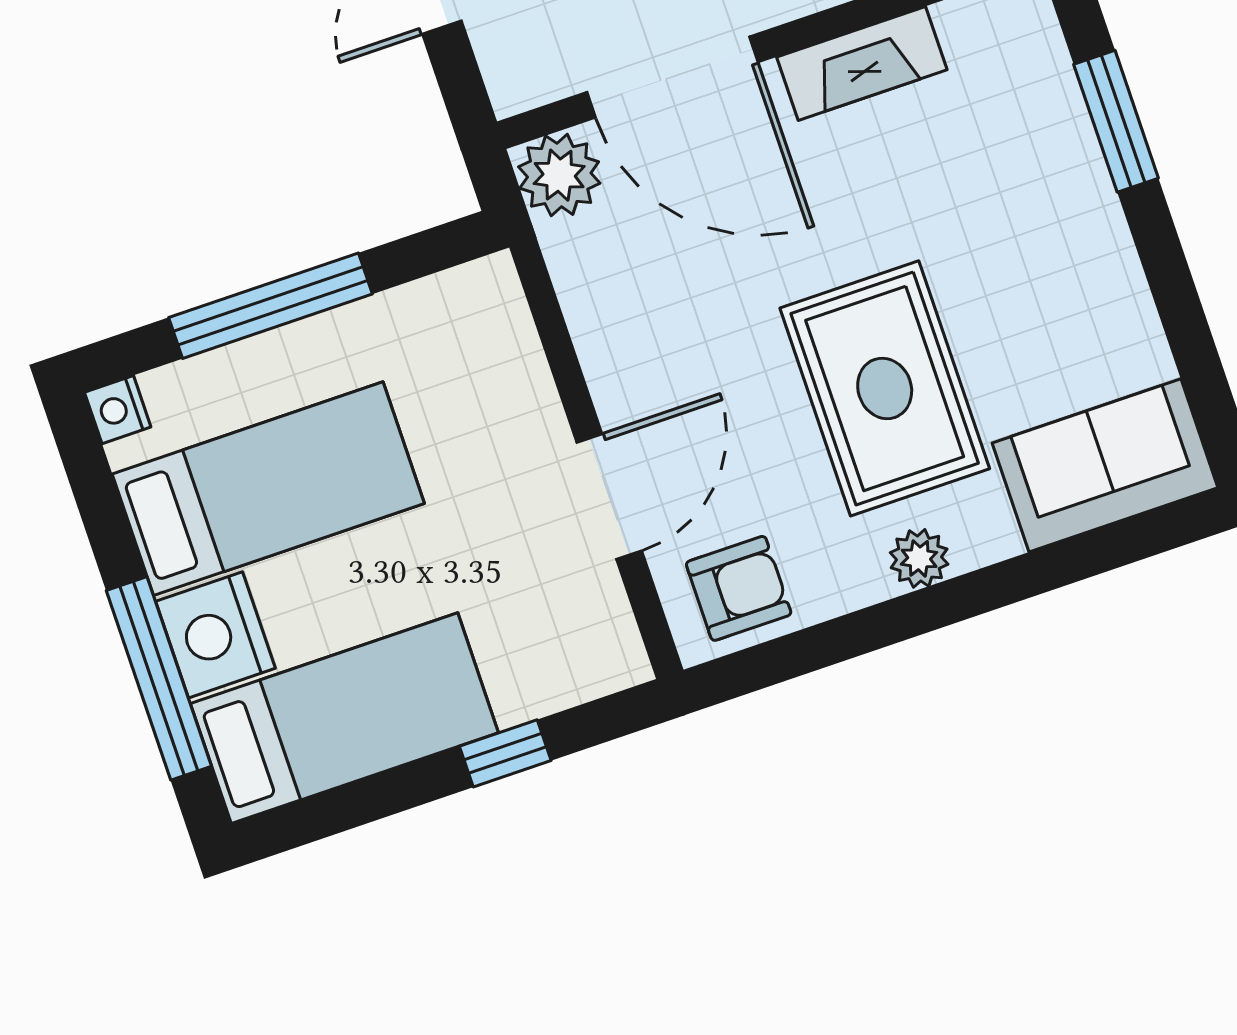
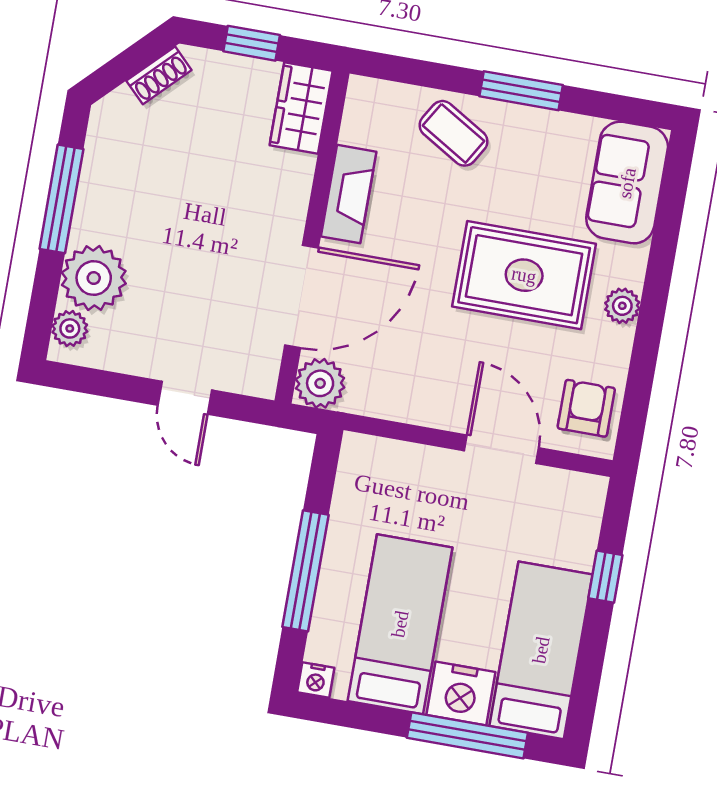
window: (1116, 121) -> (521, 91), moved
coffee table: (1037, 169) -> (453, 133), added

